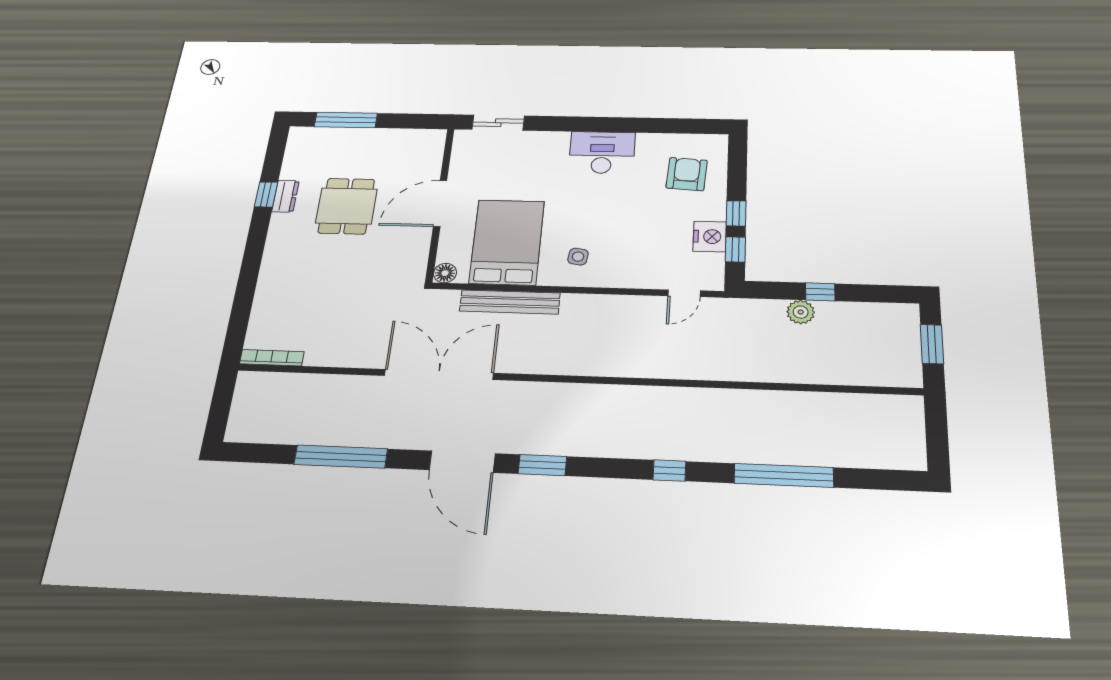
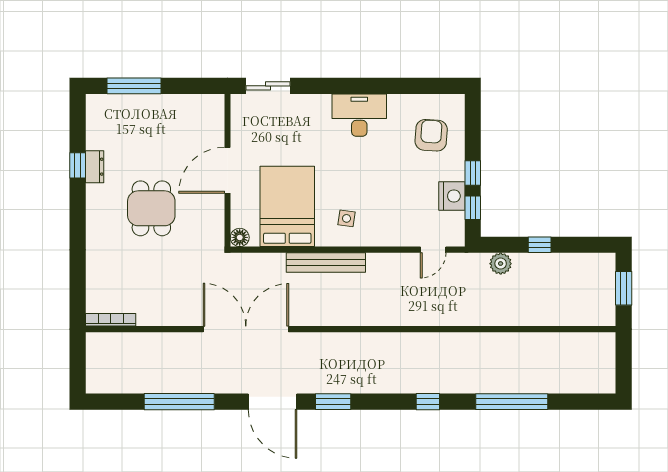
dining table: (346, 206) -> (151, 208), moved
bench: (510, 302) -> (326, 263), moved
plant: (801, 312) -> (501, 264), moved

